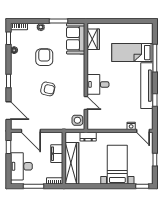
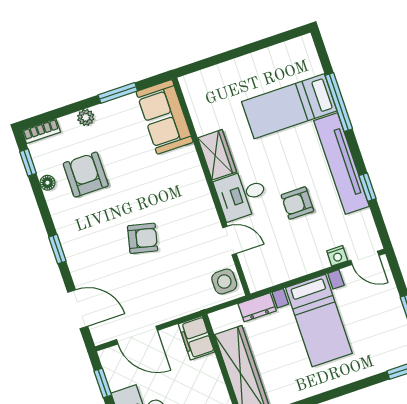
wardrobe: (93, 39) -> (217, 155), moved
armchair: (44, 57) -> (86, 175), moved
armchair: (121, 97) -> (297, 203), added
filing cabinet: (57, 154) -> (196, 338), moved
bed with nightstands: (117, 165) -> (319, 320), moved, turned 180

